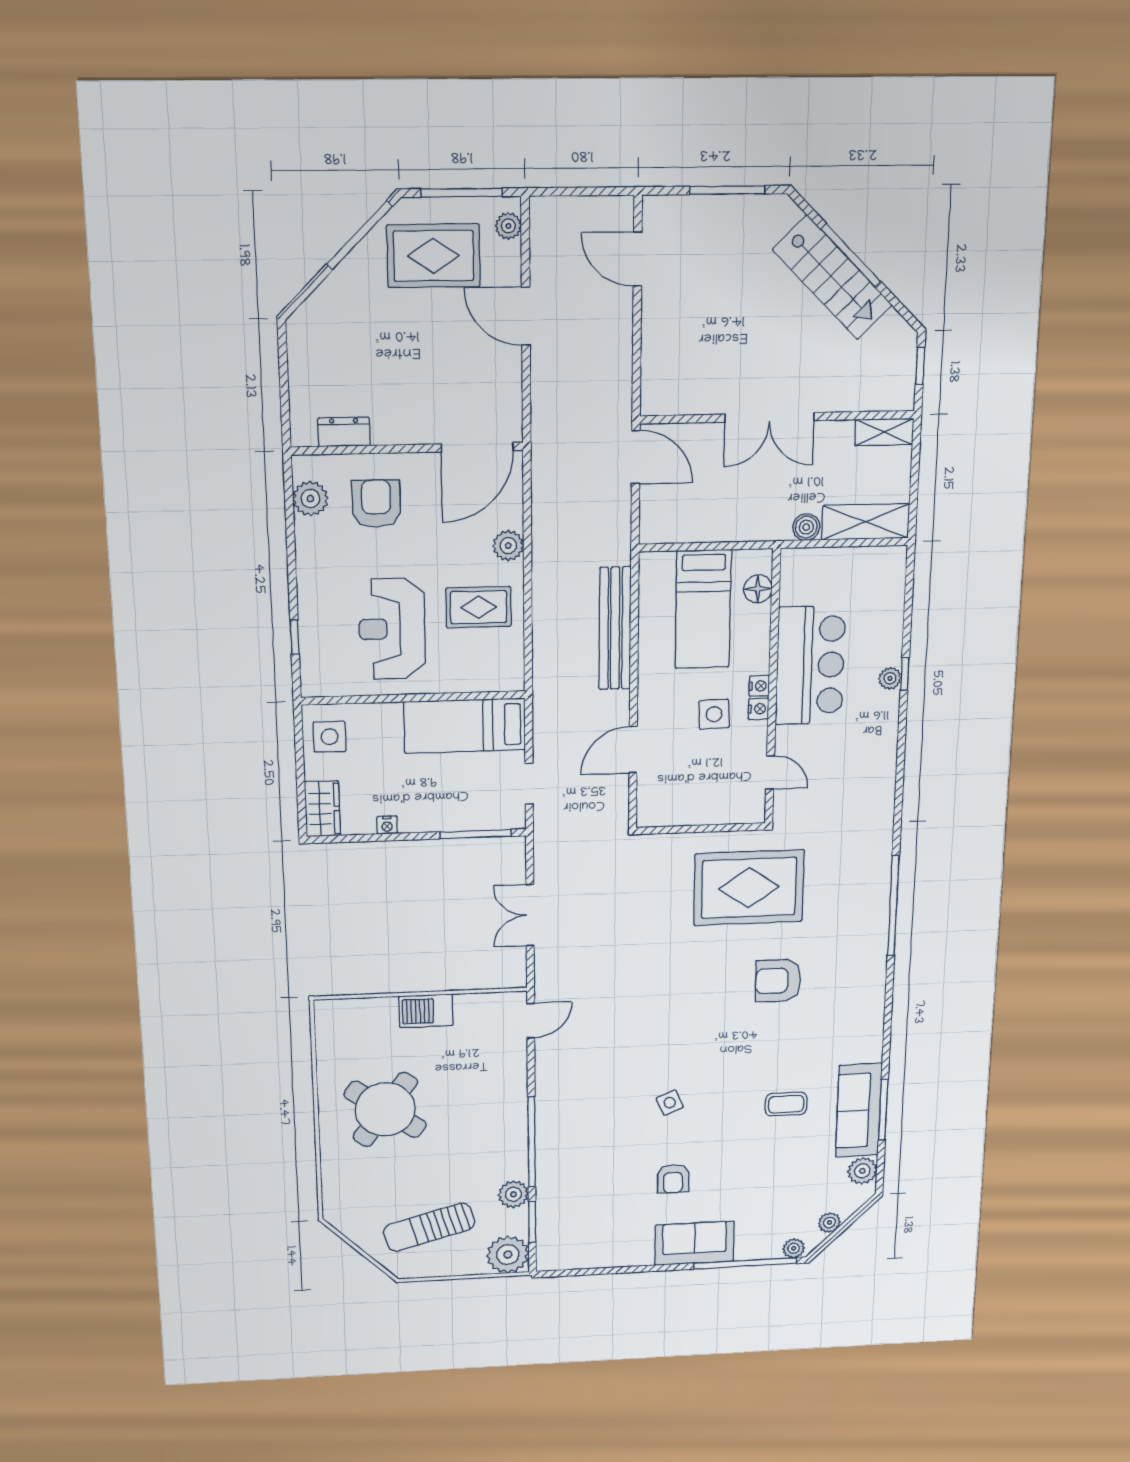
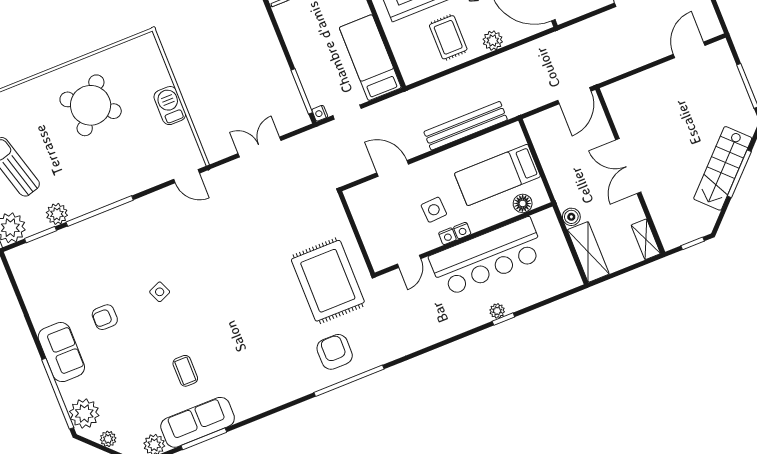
bar counter: (810, 665) -> (487, 257), width x1.36
nightstand: (387, 825) -> (320, 113), moved
armchair: (778, 981) -> (335, 352), moved
plant: (794, 1248) -> (84, 413), width x1.88, depth x1.88

